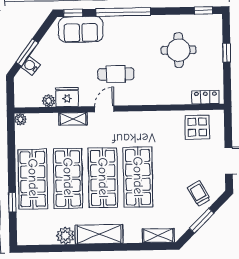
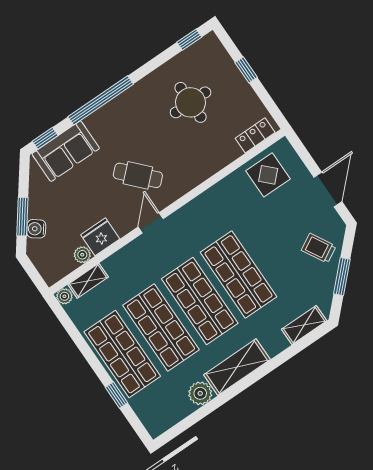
cafe table: (116, 74) -> (138, 175), turned 47
shelving: (73, 119) -> (88, 281), moved

